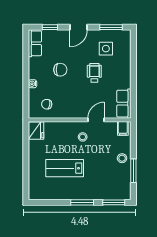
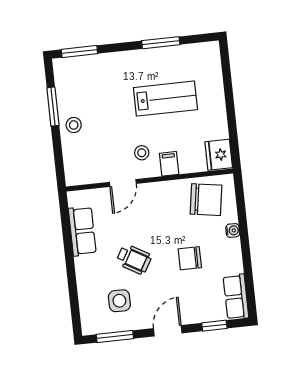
wheelchair: (94, 73) -> (134, 259), turned -60
chair: (47, 104) -> (206, 200), width x1.87, depth x1.87
row of seats: (124, 104) -> (82, 231), moved
filing cabinet: (123, 128) -> (169, 164), moved
window: (82, 202) -> (161, 43), moved

